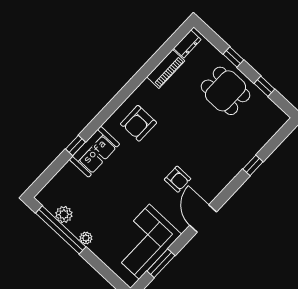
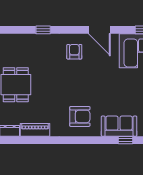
armchair: (178, 179) -> (74, 52), moved
door: (203, 219) -> (99, 30), hinge flipped

